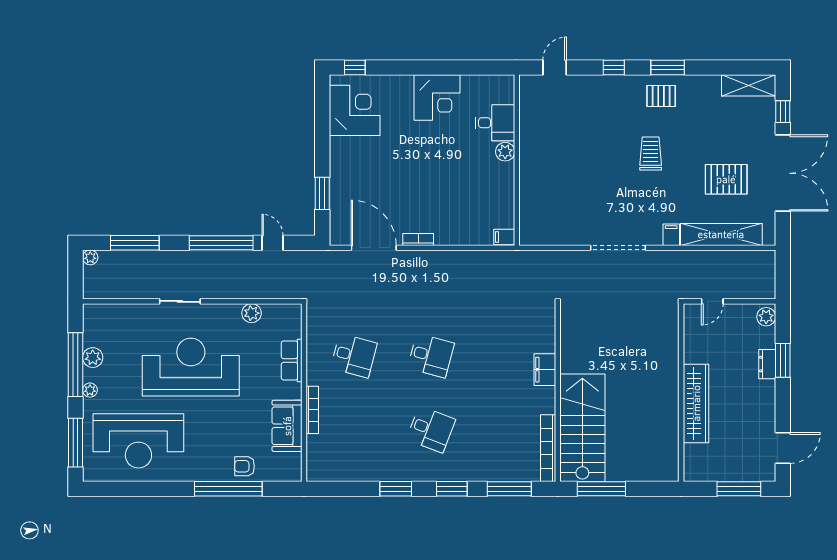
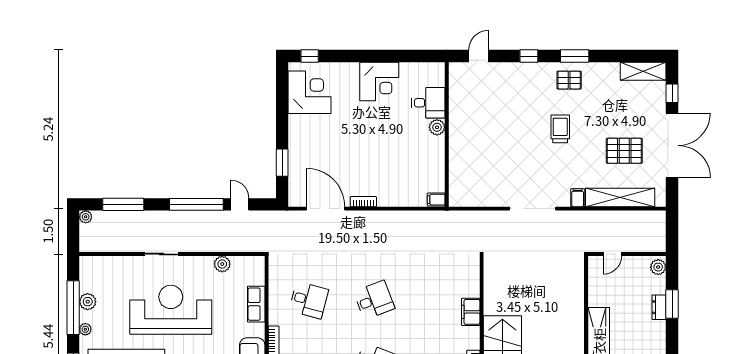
desk: (431, 356) -> (374, 300), turned -36

